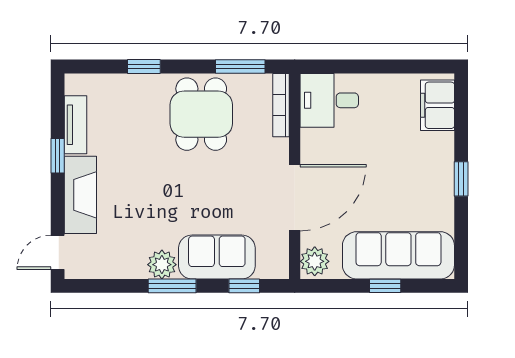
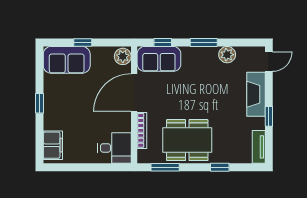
bookcase: (281, 105) -> (142, 130), moved
dining table: (201, 114) -> (187, 140), width x1.38
tv unit: (75, 125) -> (259, 147), moved
sofa: (398, 255) -> (67, 60), width x0.73
sofa: (217, 257) -> (159, 59), moved
plant: (162, 265) -> (227, 55), moved

